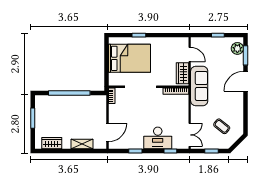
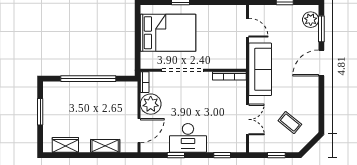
wardrobe: (182, 73) -> (238, 52), removed
plant: (116, 112) -> (151, 104), added
double door: (190, 135) -> (248, 119), moved
desk: (158, 138) -> (188, 138), moved

